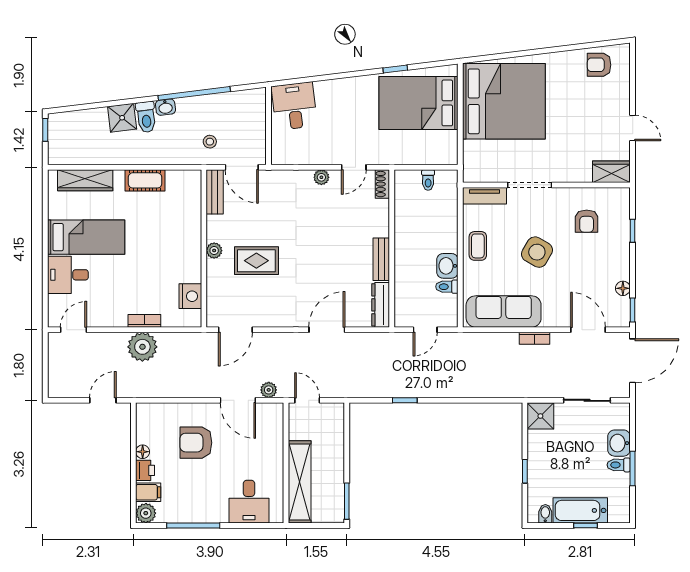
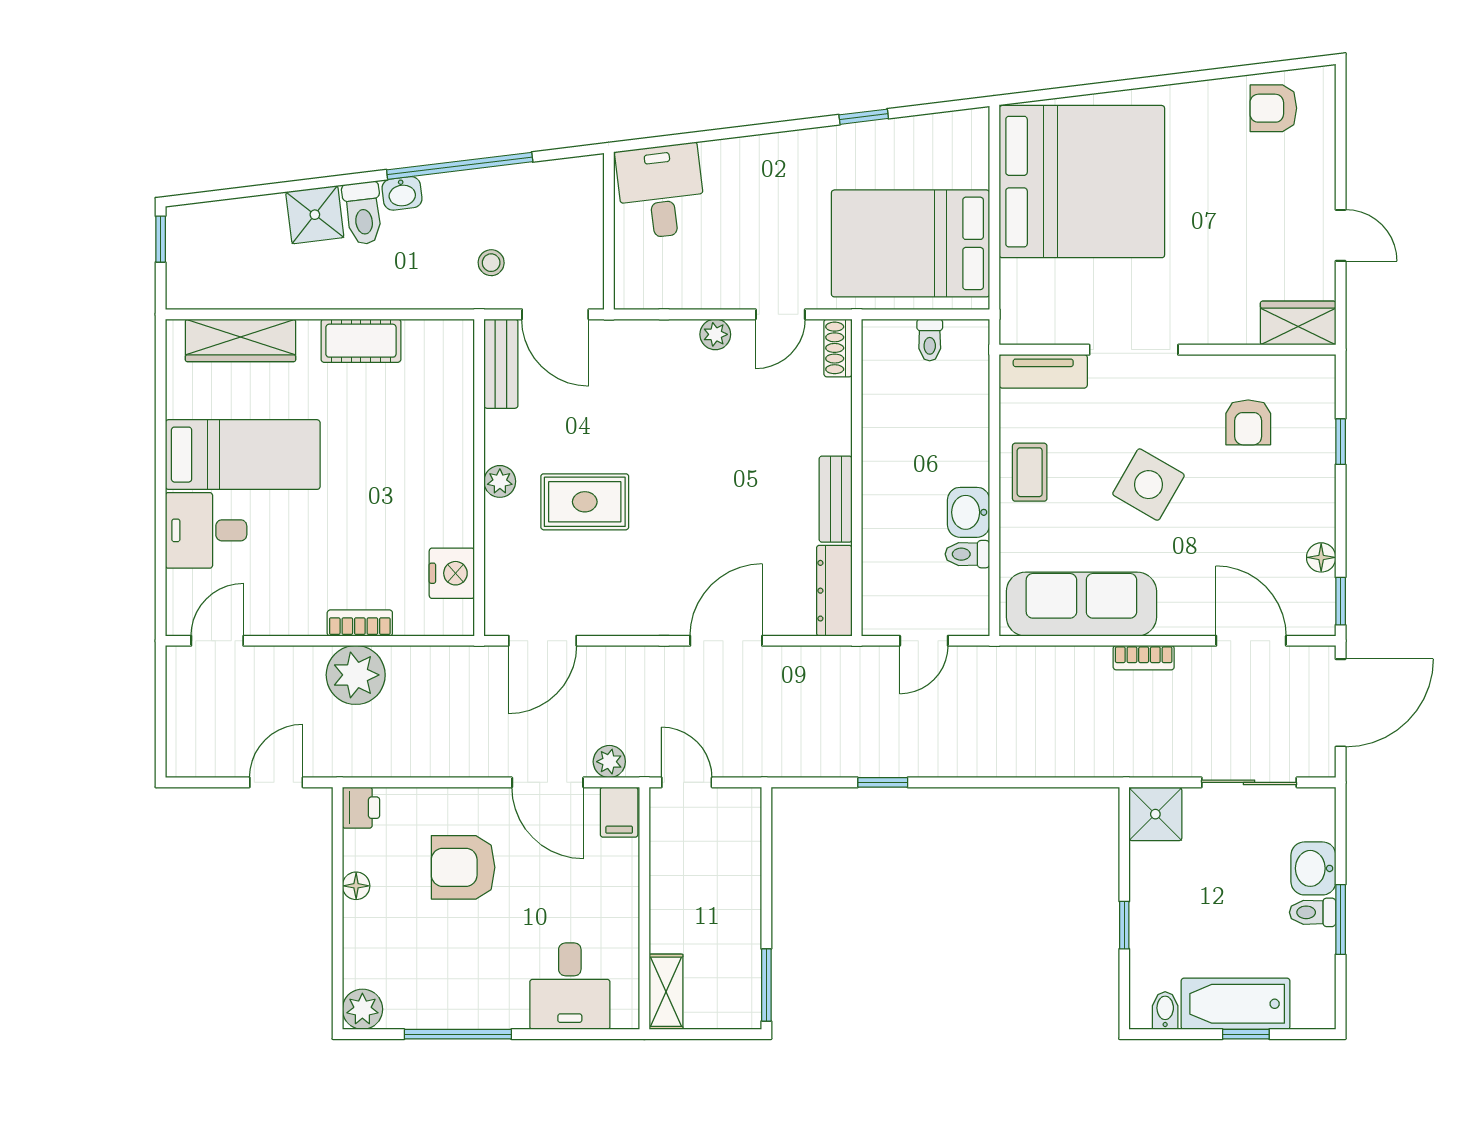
bed: (419, 103) -> (911, 243), moved
printer: (145, 470) -> (361, 808), moved
shelving: (300, 482) -> (666, 992), width x0.45, depth x0.75
filing cabinet: (148, 492) -> (619, 812), moved, turned 90

